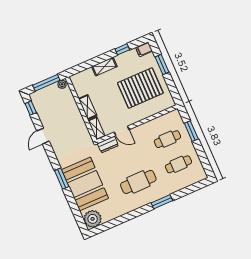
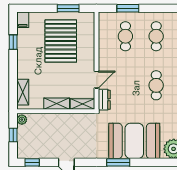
window: (162, 65) -> (68, 8), moved
shelving: (104, 67) -> (23, 92), moved
window: (46, 83) -> (13, 135), width x0.46
cafe table: (138, 182) -> (156, 85), width x0.73, depth x0.74

